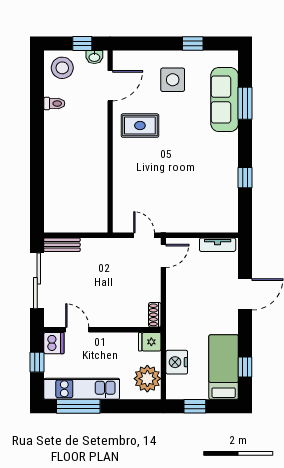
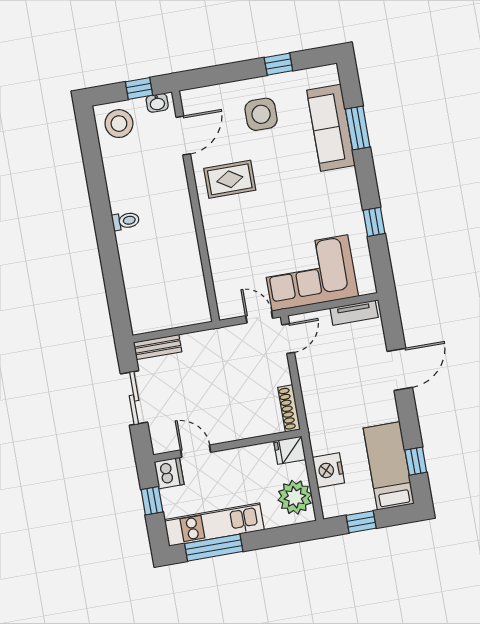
toilet: (54, 104) -> (126, 221), moved
corner sofa: (189, 208) -> (310, 273), added
sliding door: (37, 281) -> (134, 398), width x0.73
shoe rack: (155, 315) -> (289, 408), width x1.43

